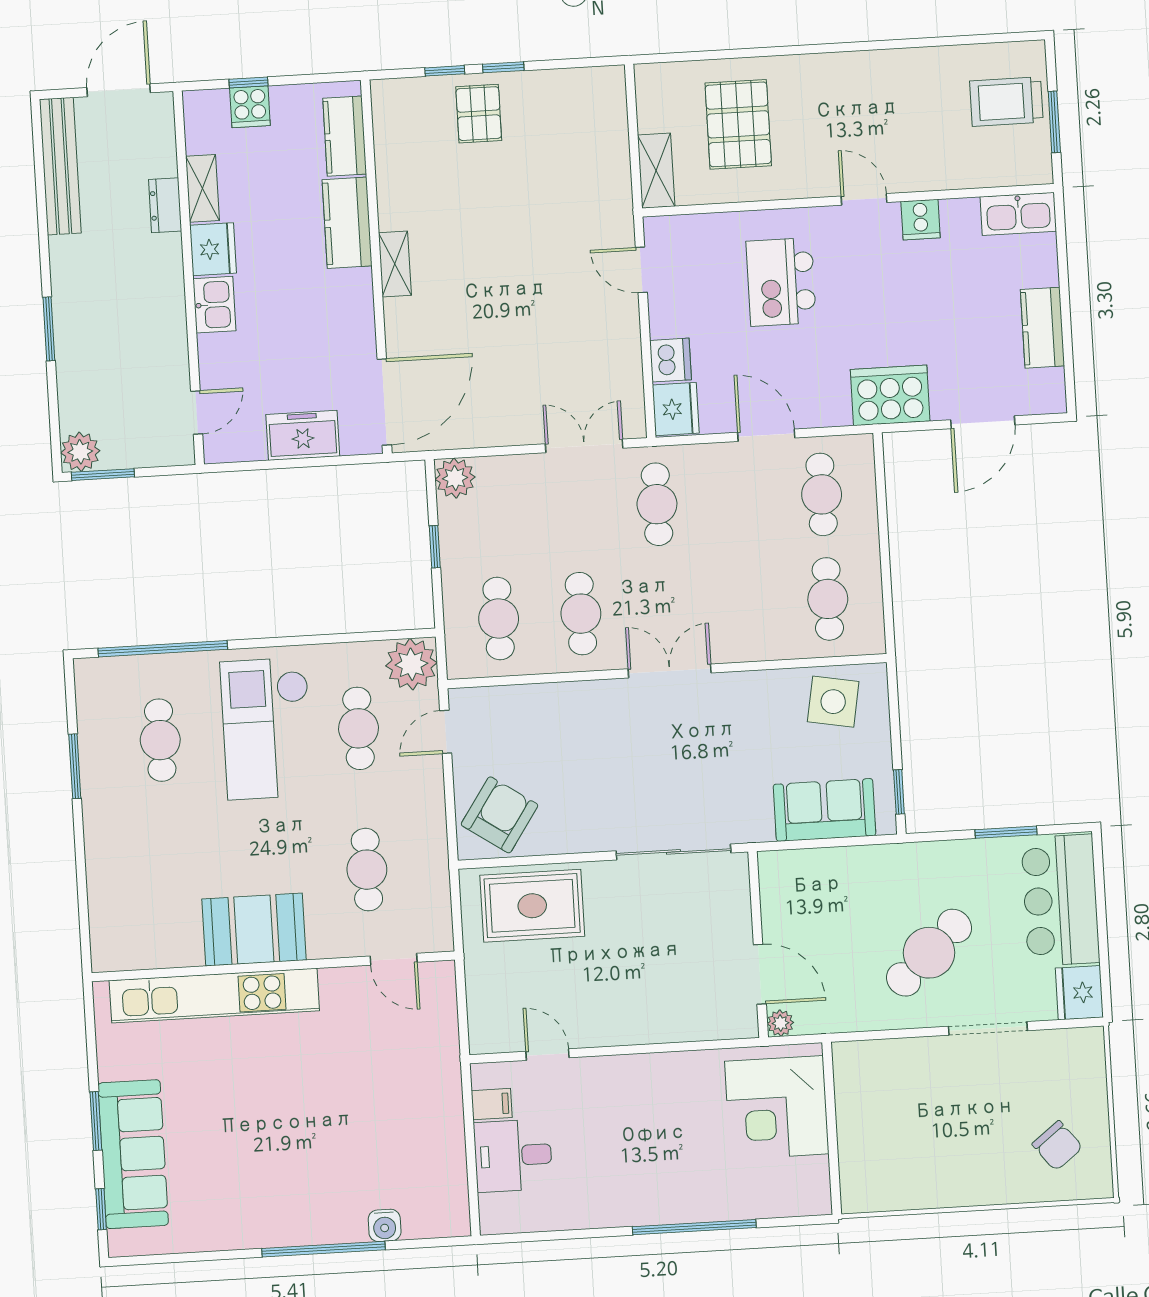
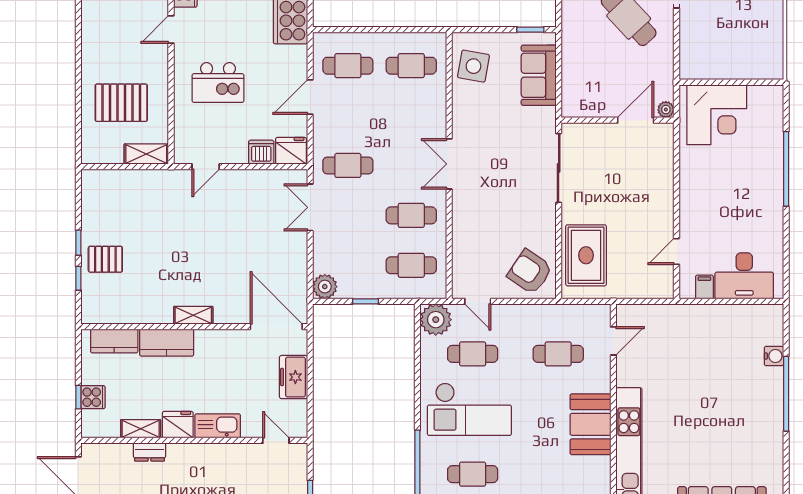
kitchen sink: (214, 305) -> (218, 426), width x1.38
desk: (513, 1156) -> (744, 276), width x1.37

